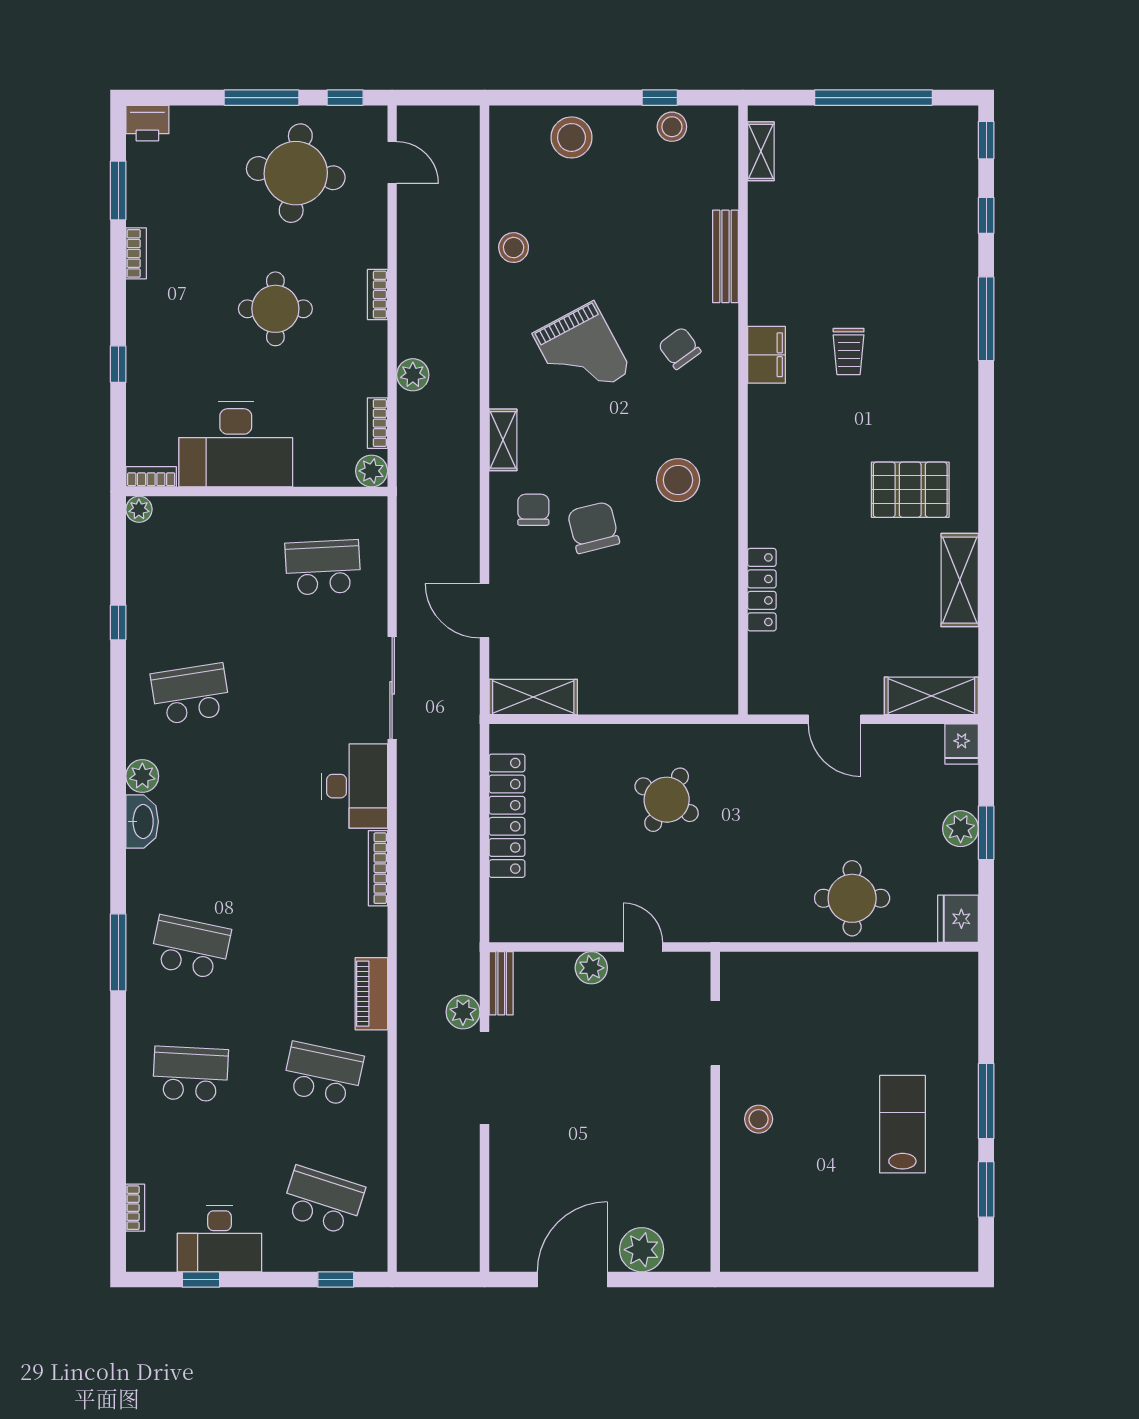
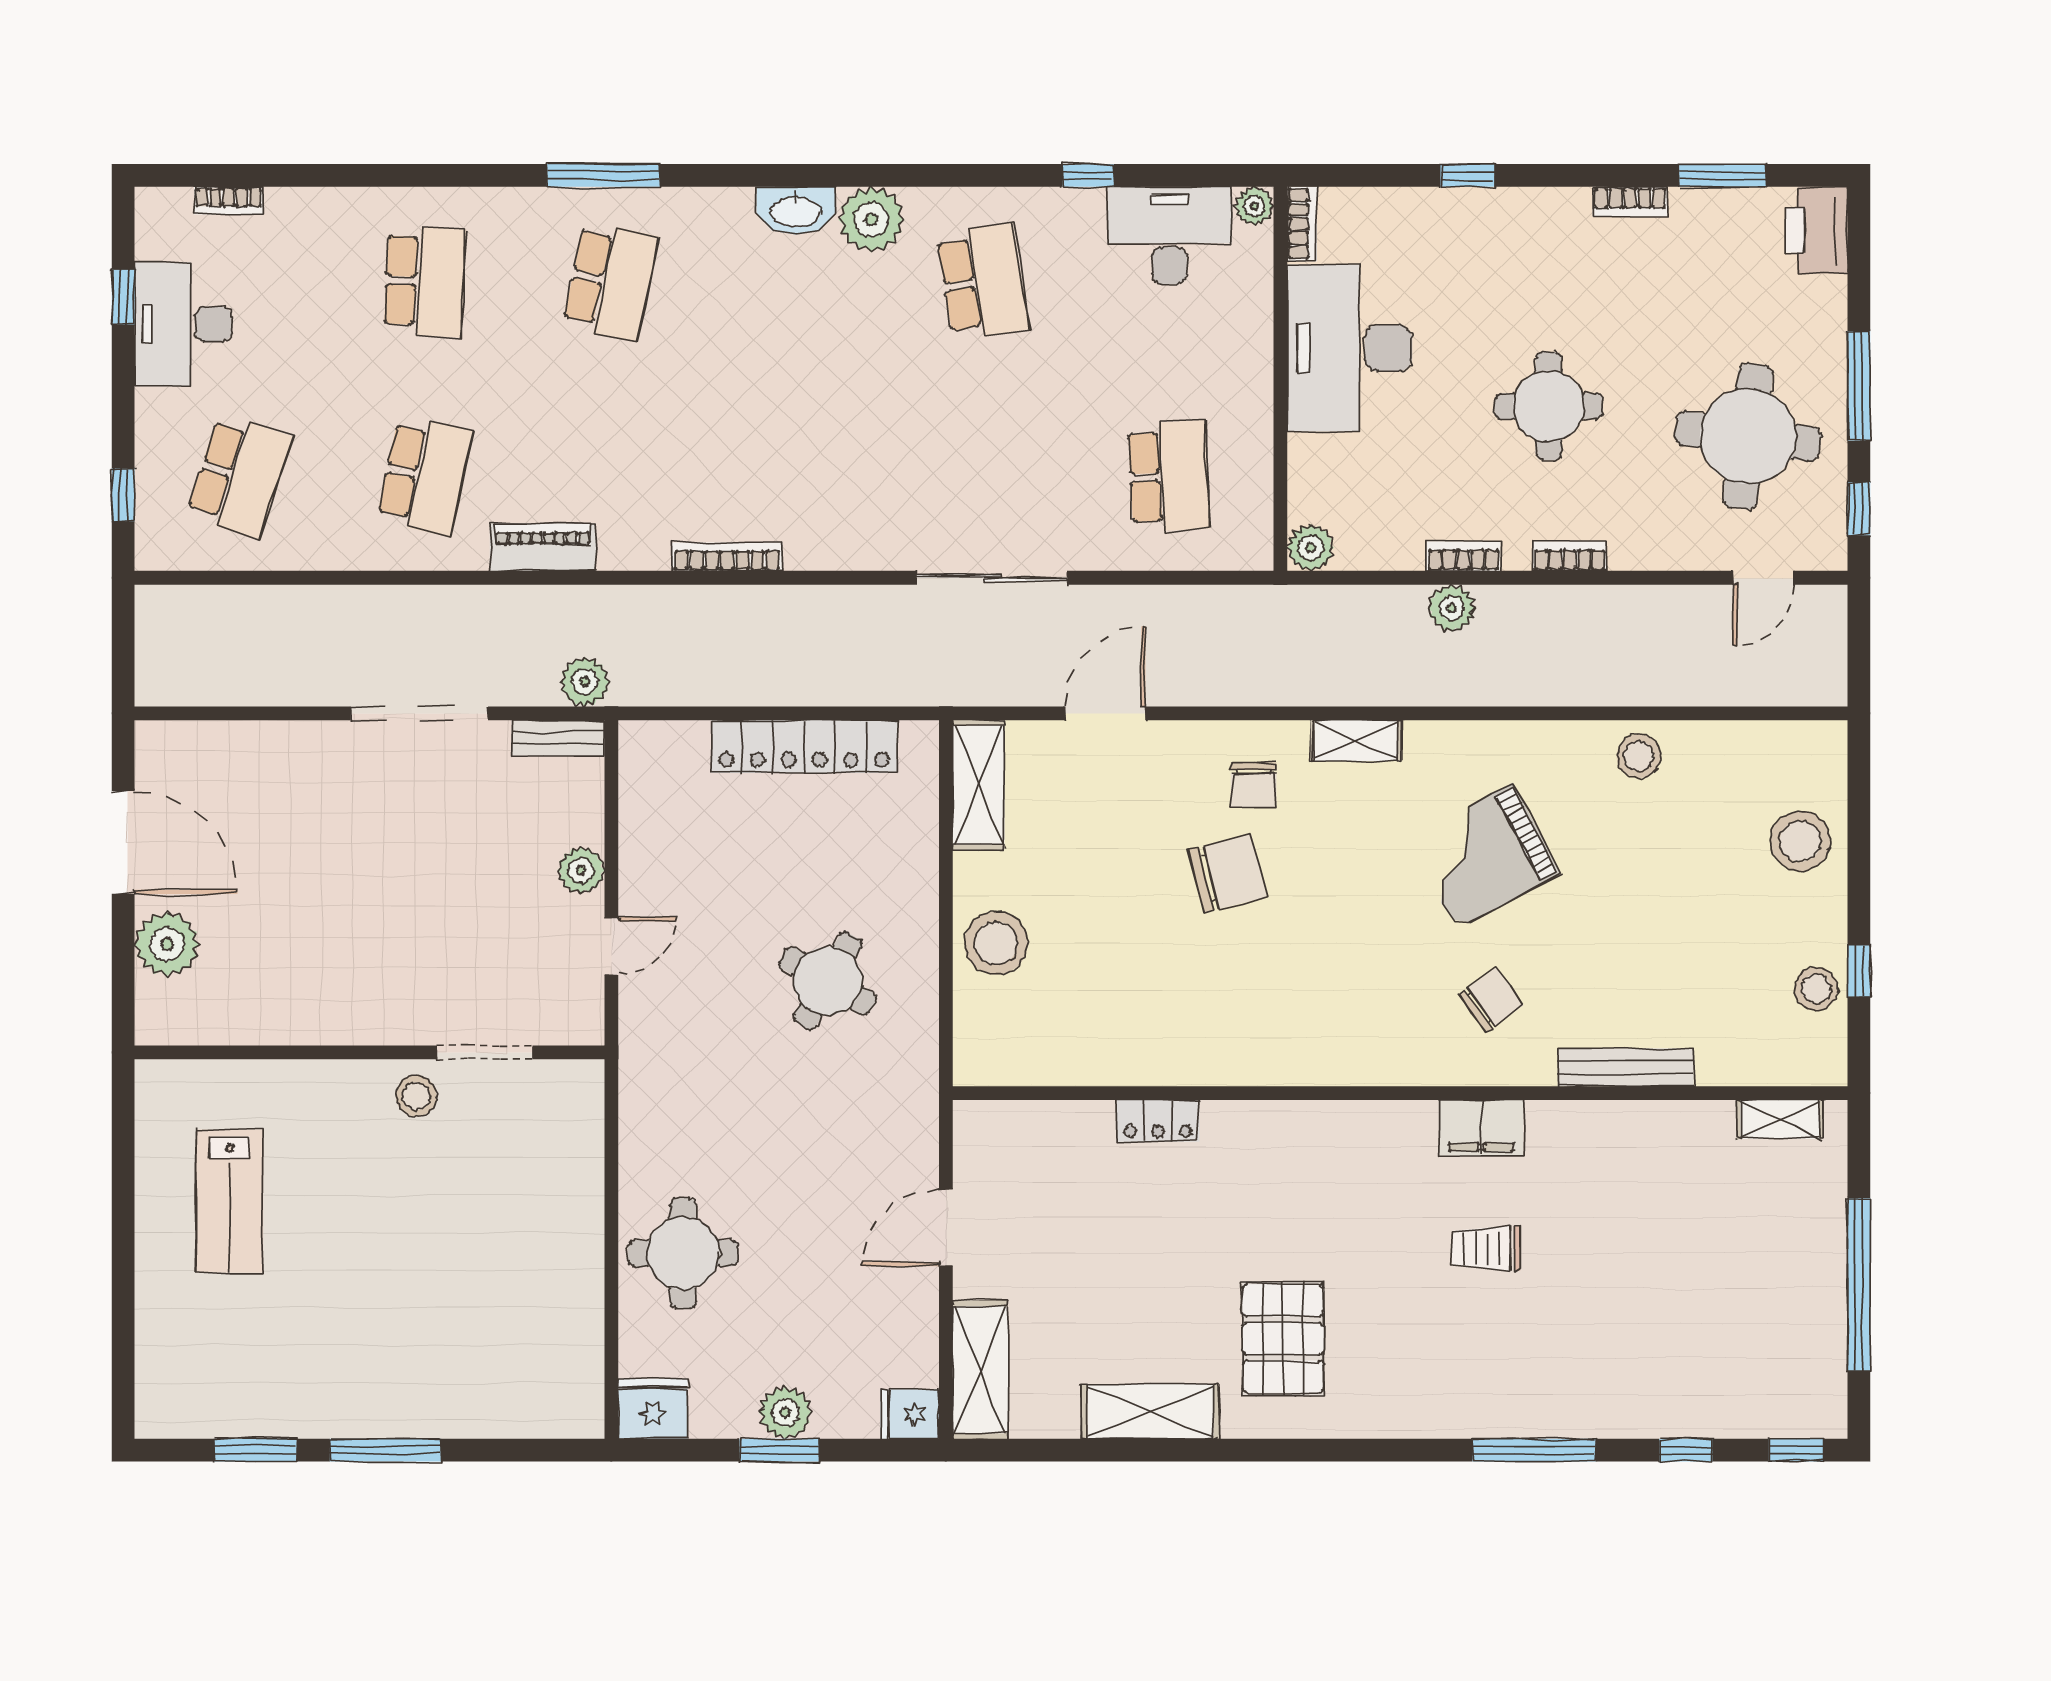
printer: (147, 123) -> (1816, 230), width x1.37, depth x1.19
bookcase: (377, 423) -> (1463, 556), moved
stool: (678, 480) -> (996, 943), moved
chair: (533, 510) -> (1254, 785), turned 90
locker: (762, 590) -> (1158, 1121), width x0.66
plant: (142, 776) -> (871, 220), width x1.36, depth x1.36
desk: (354, 786) -> (1170, 235), moved, turned 180
plant: (463, 1012) -> (585, 682), moved
stool: (759, 1119) -> (416, 1096), moved
lab bench: (902, 1124) -> (230, 1201), moved, turned 90

